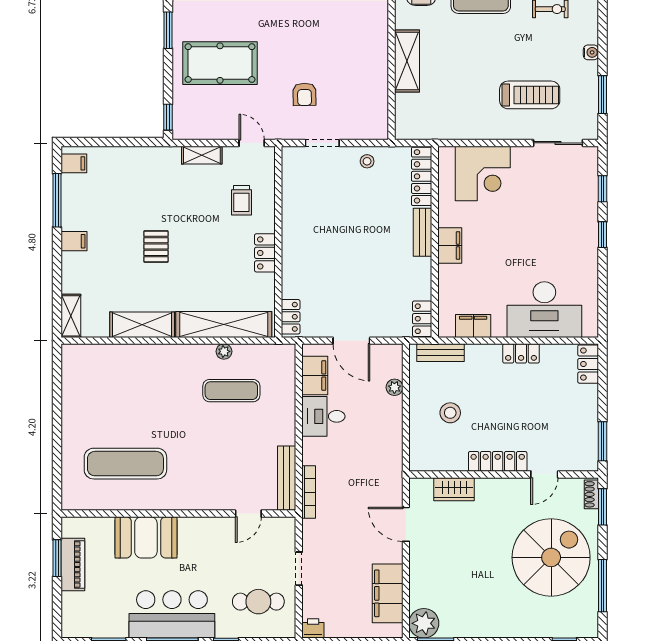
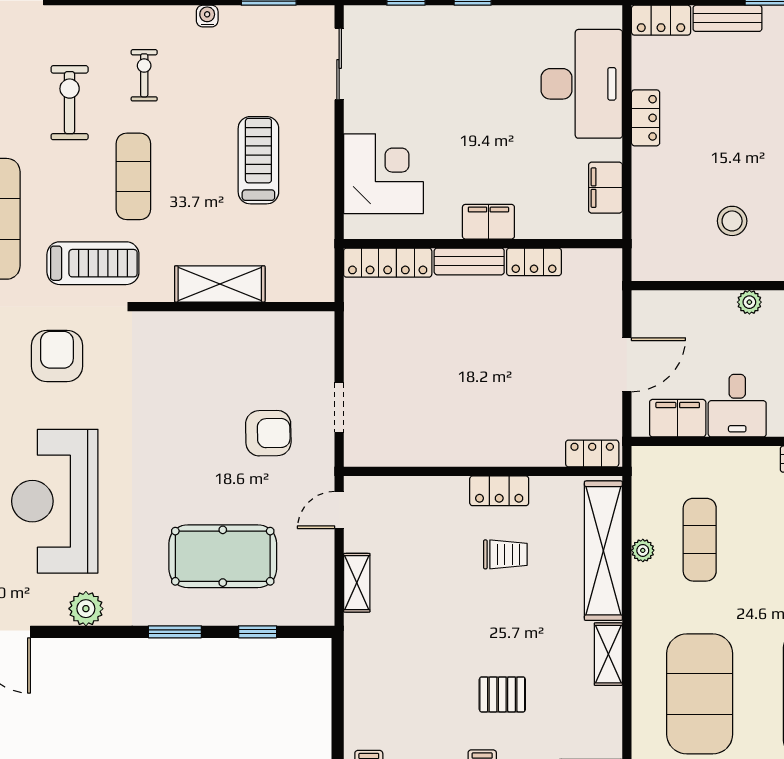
pool table: (220, 63) -> (223, 556), turned 90
armchair: (305, 94) -> (268, 433), width x1.38, depth x1.38
treadmill: (530, 95) -> (258, 160), moved
window: (168, 117) -> (258, 632), moved
stool: (367, 161) -> (366, 342), removed
trolley: (241, 200) -> (505, 554), moved
pallet: (156, 247) -> (502, 694), moved
locker: (422, 319) -> (534, 262), moved
shelving: (142, 325) -> (608, 654), width x0.67, depth x0.75
bench: (440, 353) -> (727, 18), moved, turned 90
plant: (394, 387) -> (749, 302), moved
exercise mat: (125, 391) -> (700, 694), added

